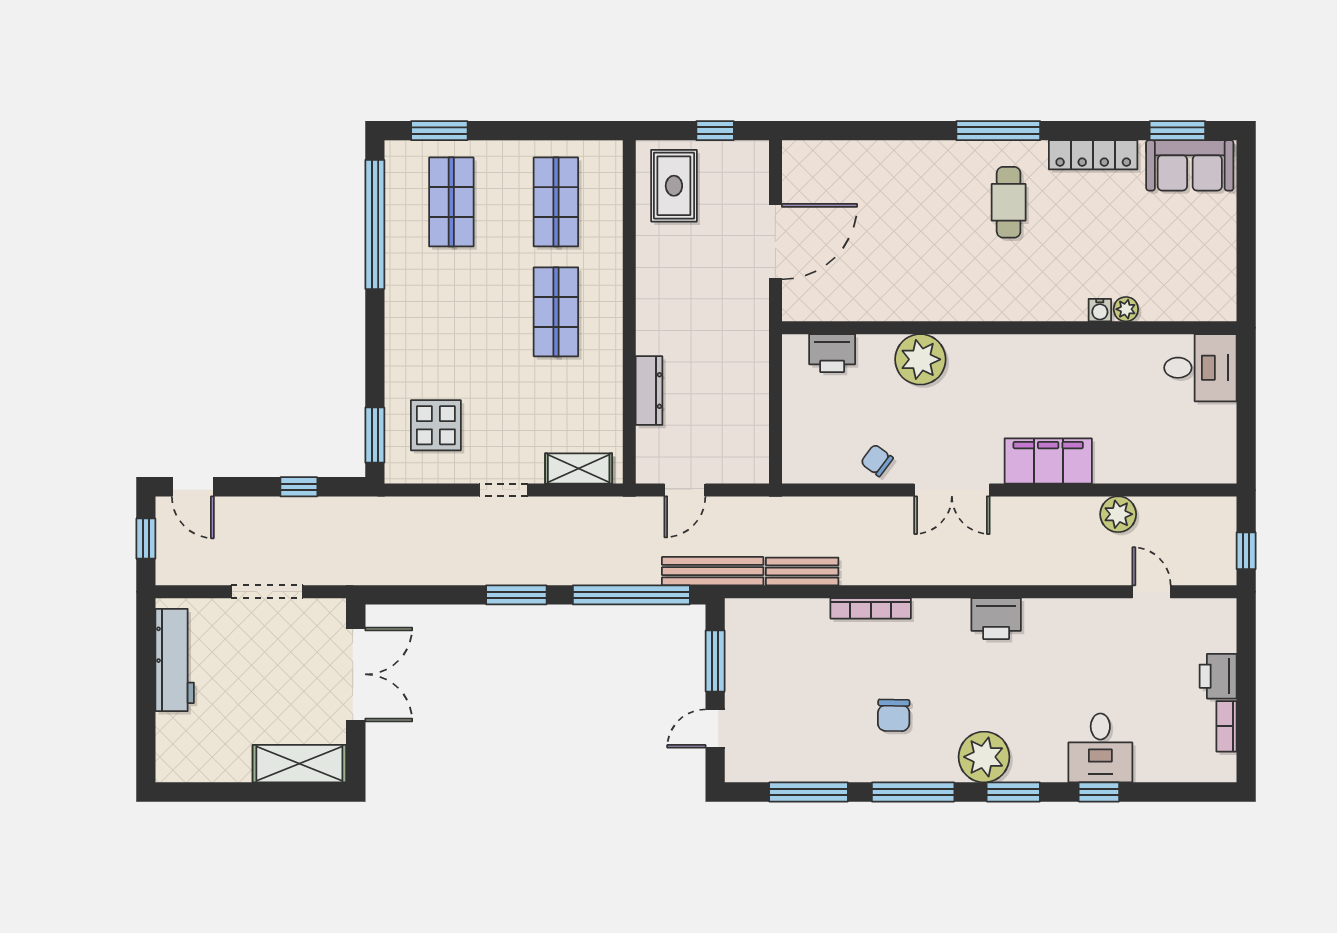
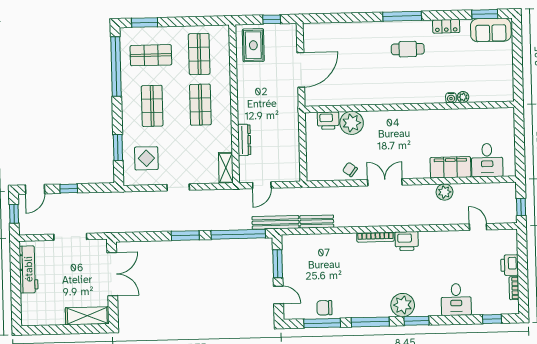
locker: (1093, 155) -> (446, 26), width x0.66
shop shelf: (451, 202) -> (151, 55), turned 90
cafe table: (1009, 202) -> (408, 49), turned 90
shop shelf: (451, 312) -> (152, 106), added
plant: (920, 359) -> (352, 123), moved
desk: (1200, 368) -> (487, 160), moved, turned 90
window: (375, 435) -> (118, 148), moved
filing cabinet: (1048, 461) -> (450, 167), moved
shelving: (579, 468) -> (226, 168), moved, turned 90
door: (193, 487) -> (35, 189), hinge flipped
window: (299, 487) -> (69, 189), moved
double door: (952, 490) -> (385, 182), swing flipped
plant: (1118, 514) -> (444, 192), moved
bookcase: (871, 608) -> (375, 237), moved
chair: (894, 715) -> (324, 308), moved, turned 89
door: (715, 729) -> (278, 295), swing flipped
window: (1099, 792) -> (492, 319), moved

